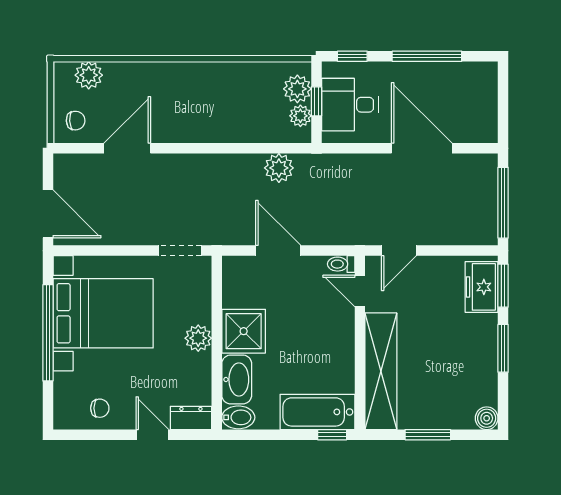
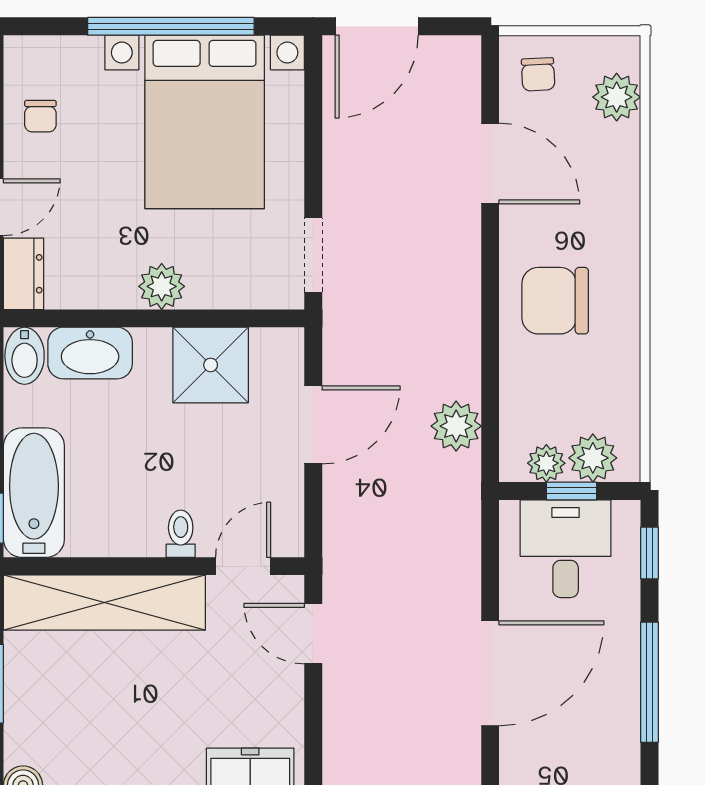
chair: (206, 111) -> (555, 301), added
toilet: (341, 264) -> (181, 534), moved
shower: (244, 331) -> (211, 365), moved

